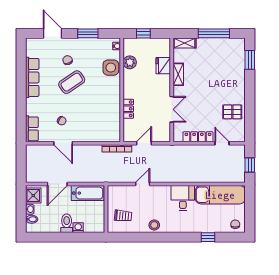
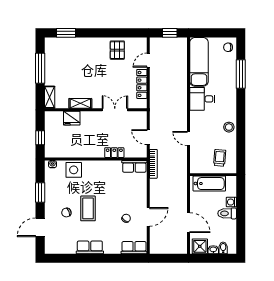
plant: (130, 62) -> (68, 151), removed
row of seats: (32, 77) -> (90, 247), width x0.68
coffee table: (72, 82) -> (88, 208), turned 34
row of seats: (114, 129) -> (134, 166), added
bathtub: (88, 193) -> (209, 184), moved, turned 90
window: (208, 237) -> (241, 74), width x2.17

